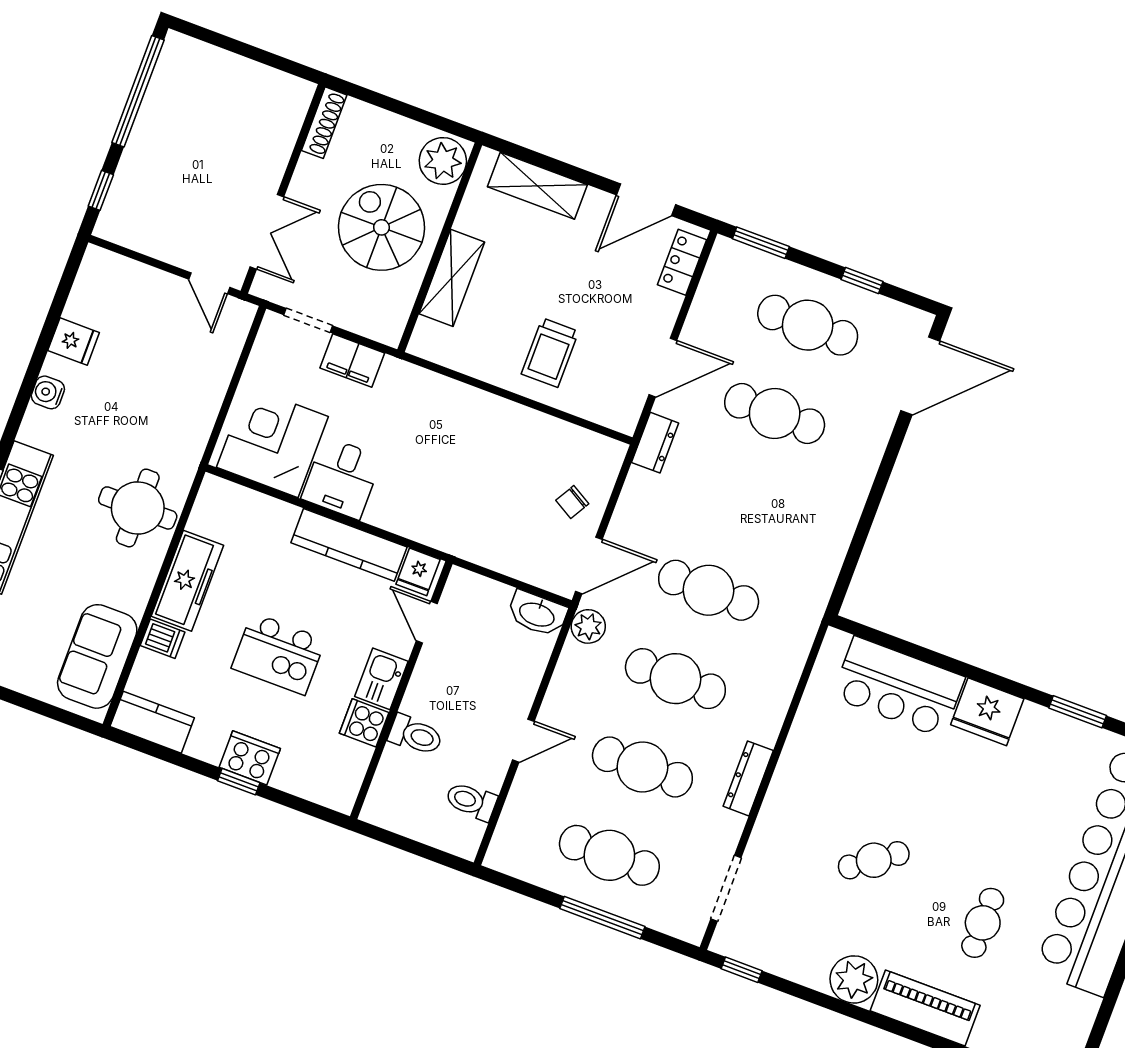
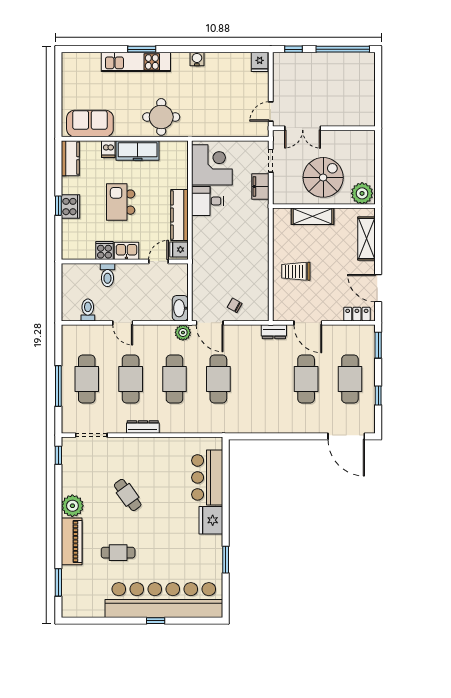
shoe rack: (324, 123) -> (359, 135), removed
fridge: (74, 342) -> (260, 62), moved

